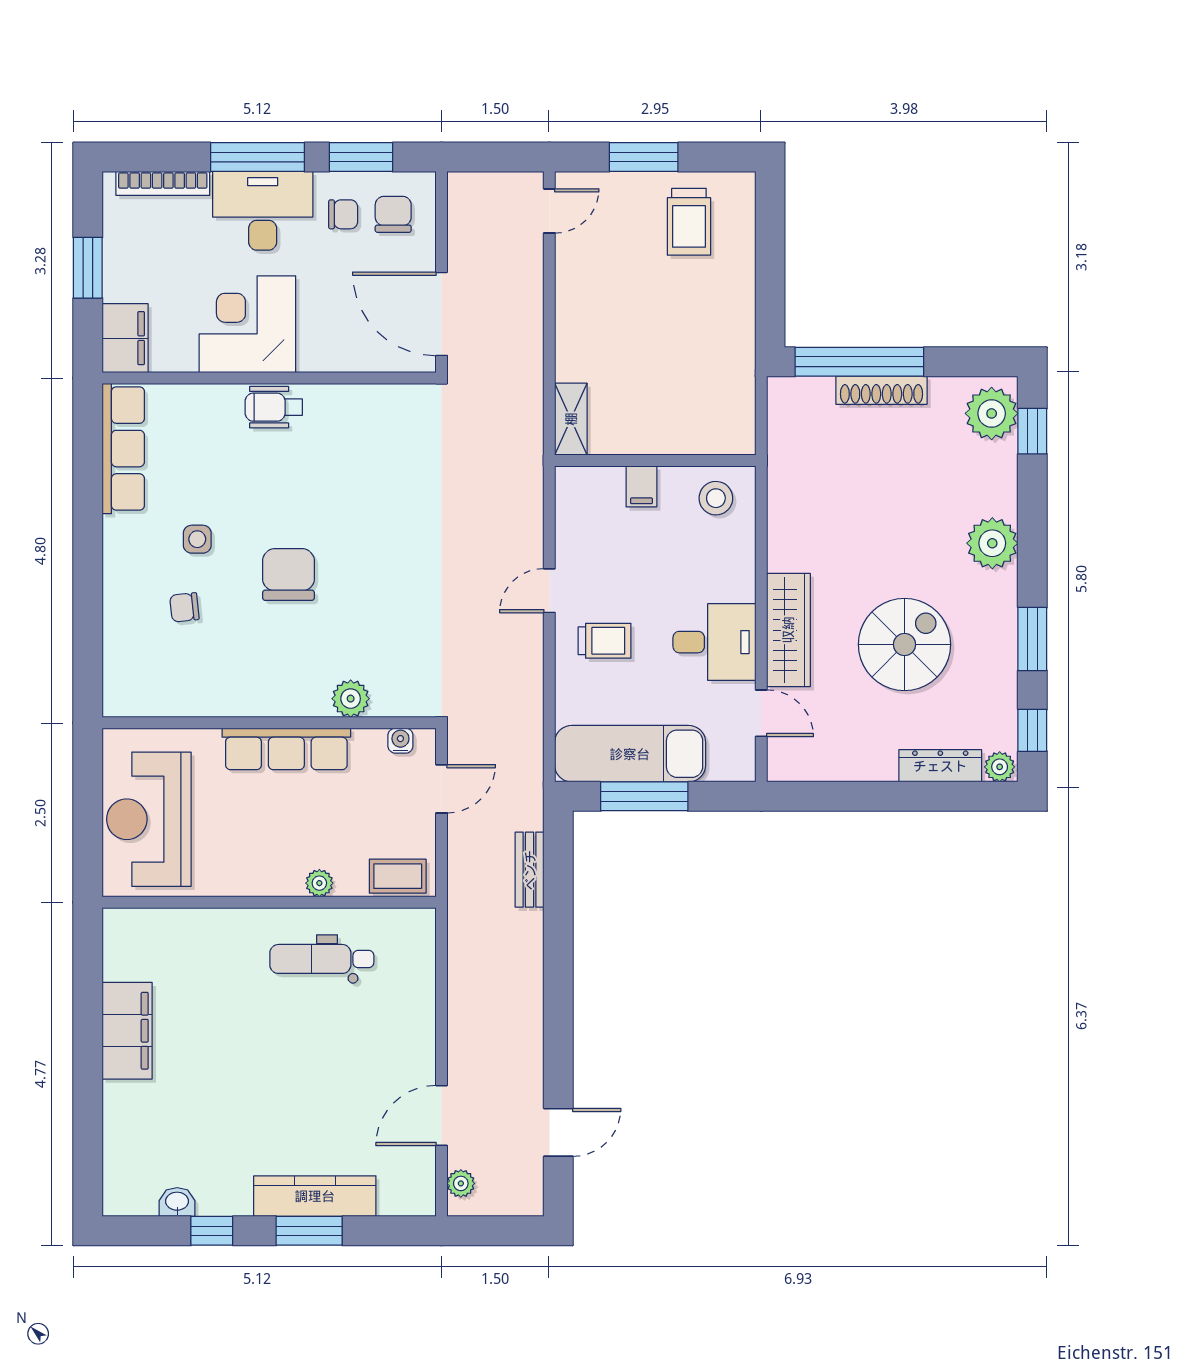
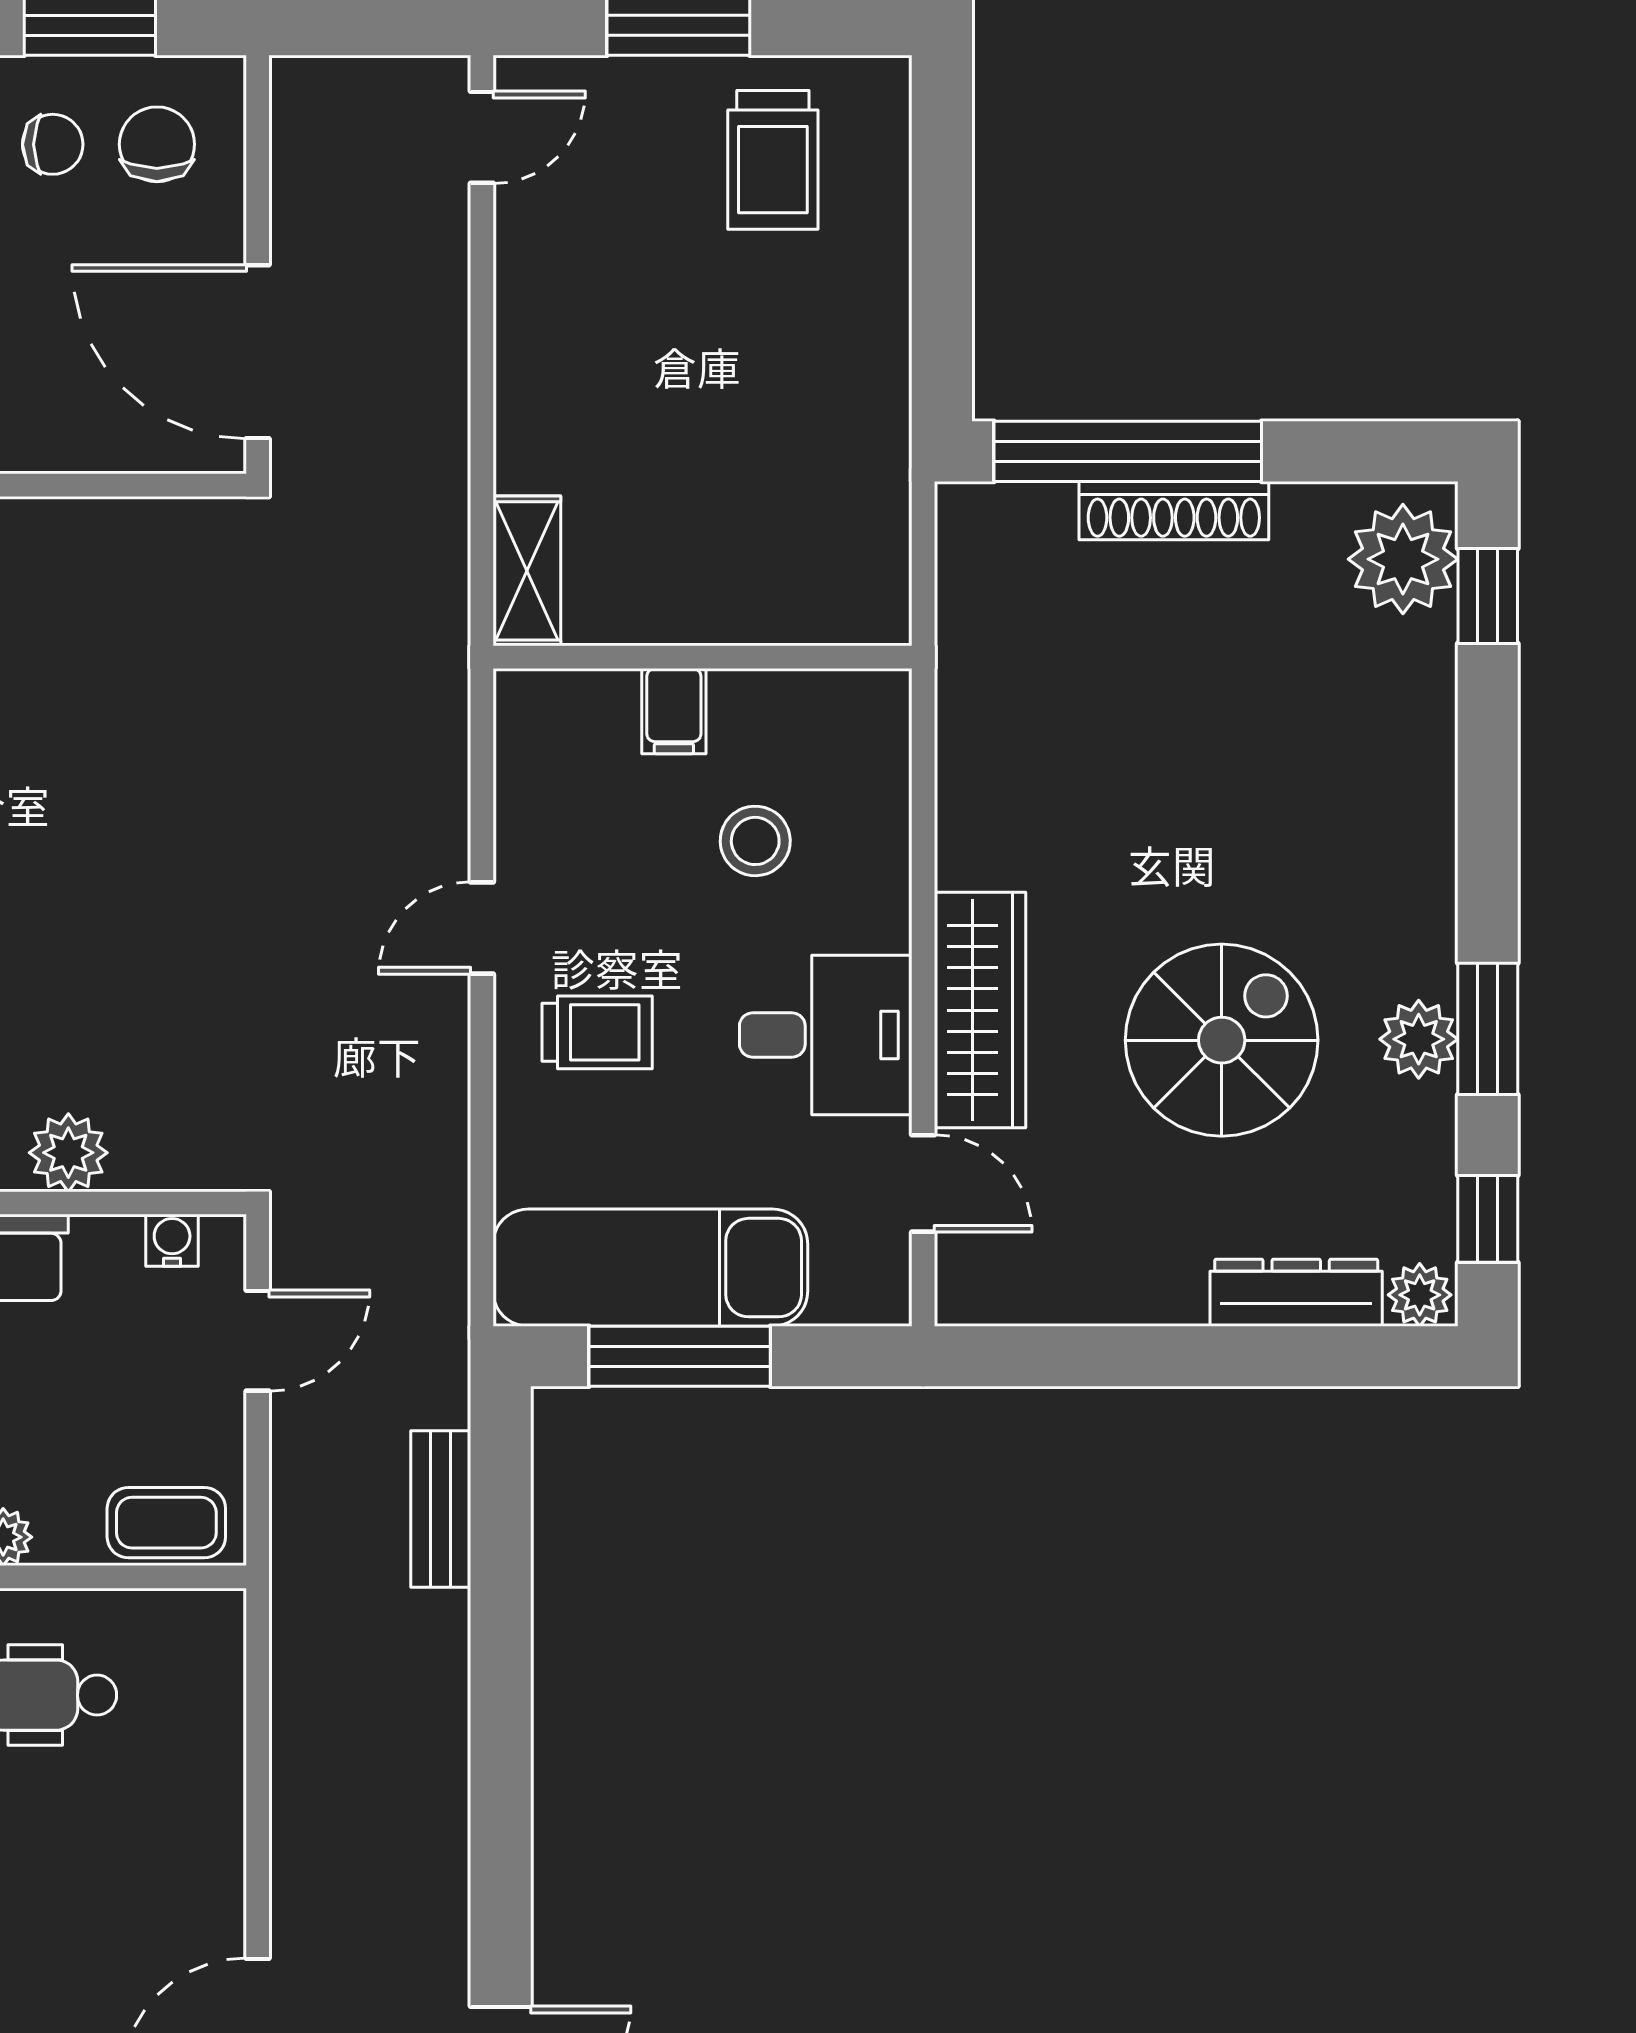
stool: (716, 498) -> (755, 841), moved
plant: (992, 543) -> (1419, 1039), moved, width x0.73, depth x0.73

